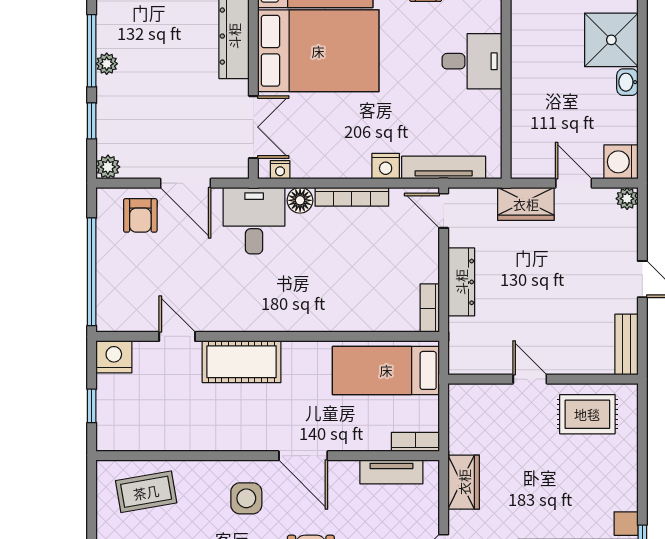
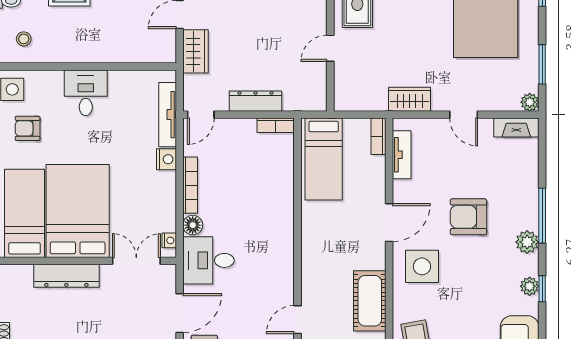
cot: (242, 362) -> (370, 301), moved
side table: (246, 498) -> (422, 266), width x1.37, depth x1.37

